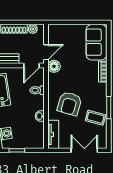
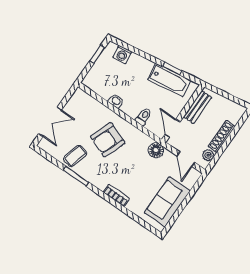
sofa: (96, 42) -> (167, 202), moved, turned -90
door: (46, 52) -> (186, 159), moved
armchair: (69, 104) -> (108, 140), turned -85
tv unit: (53, 134) -> (88, 102), removed

